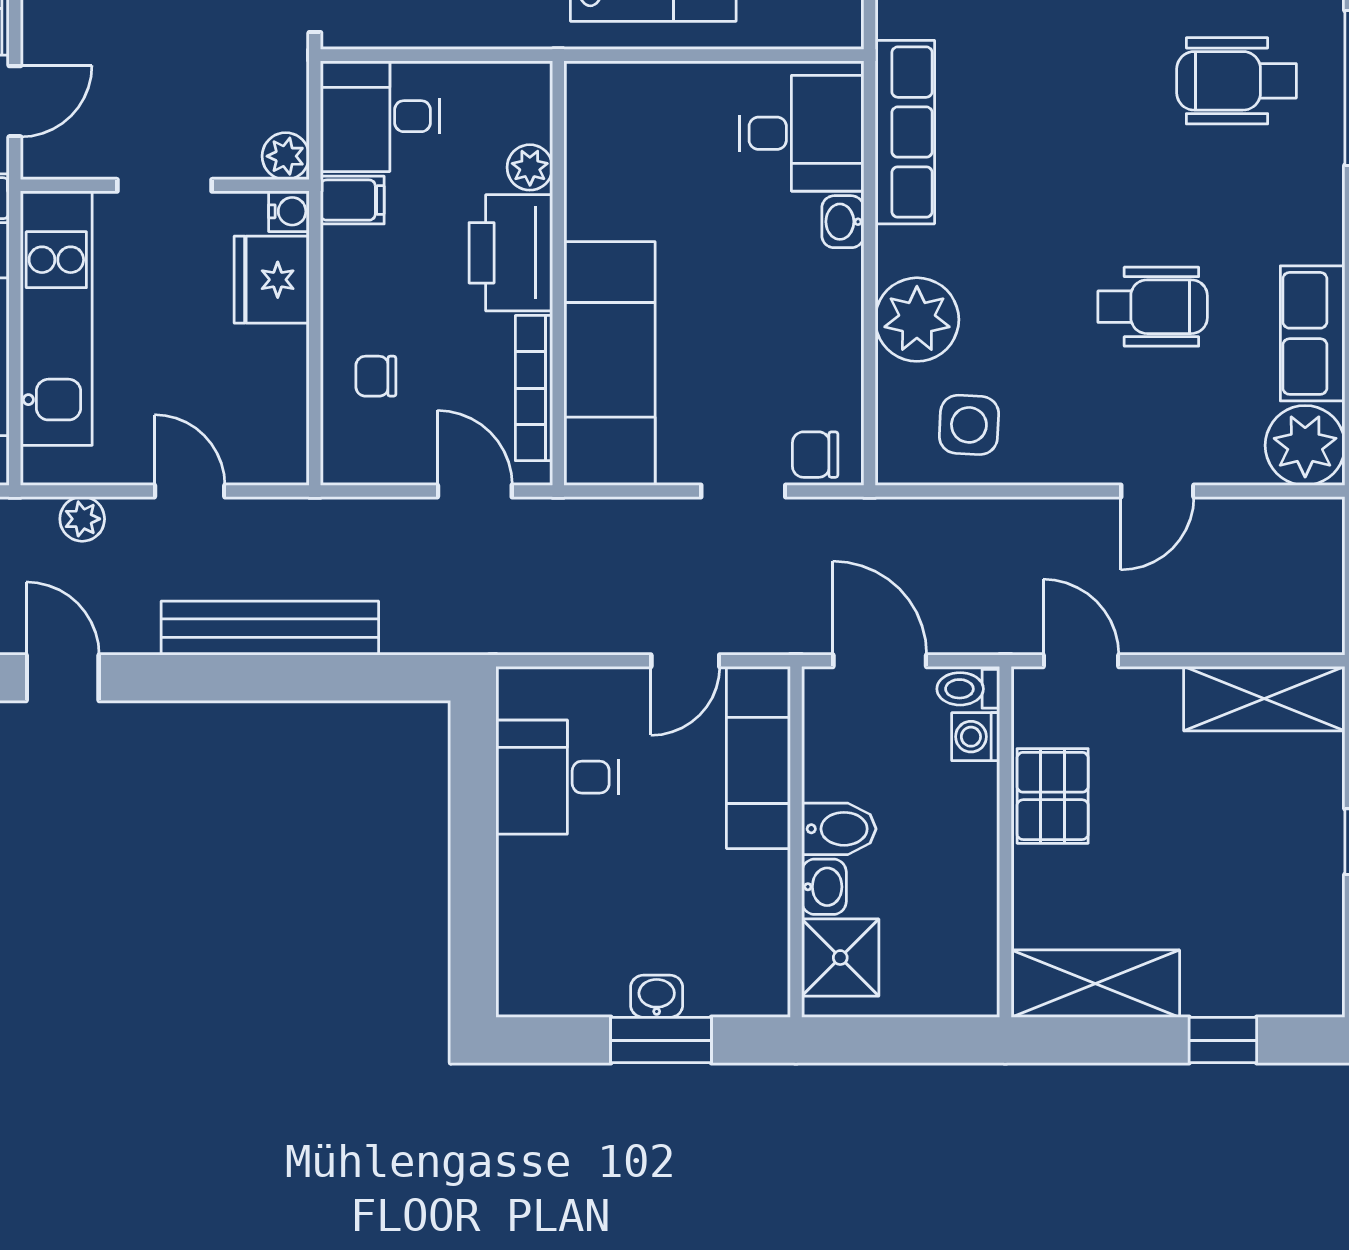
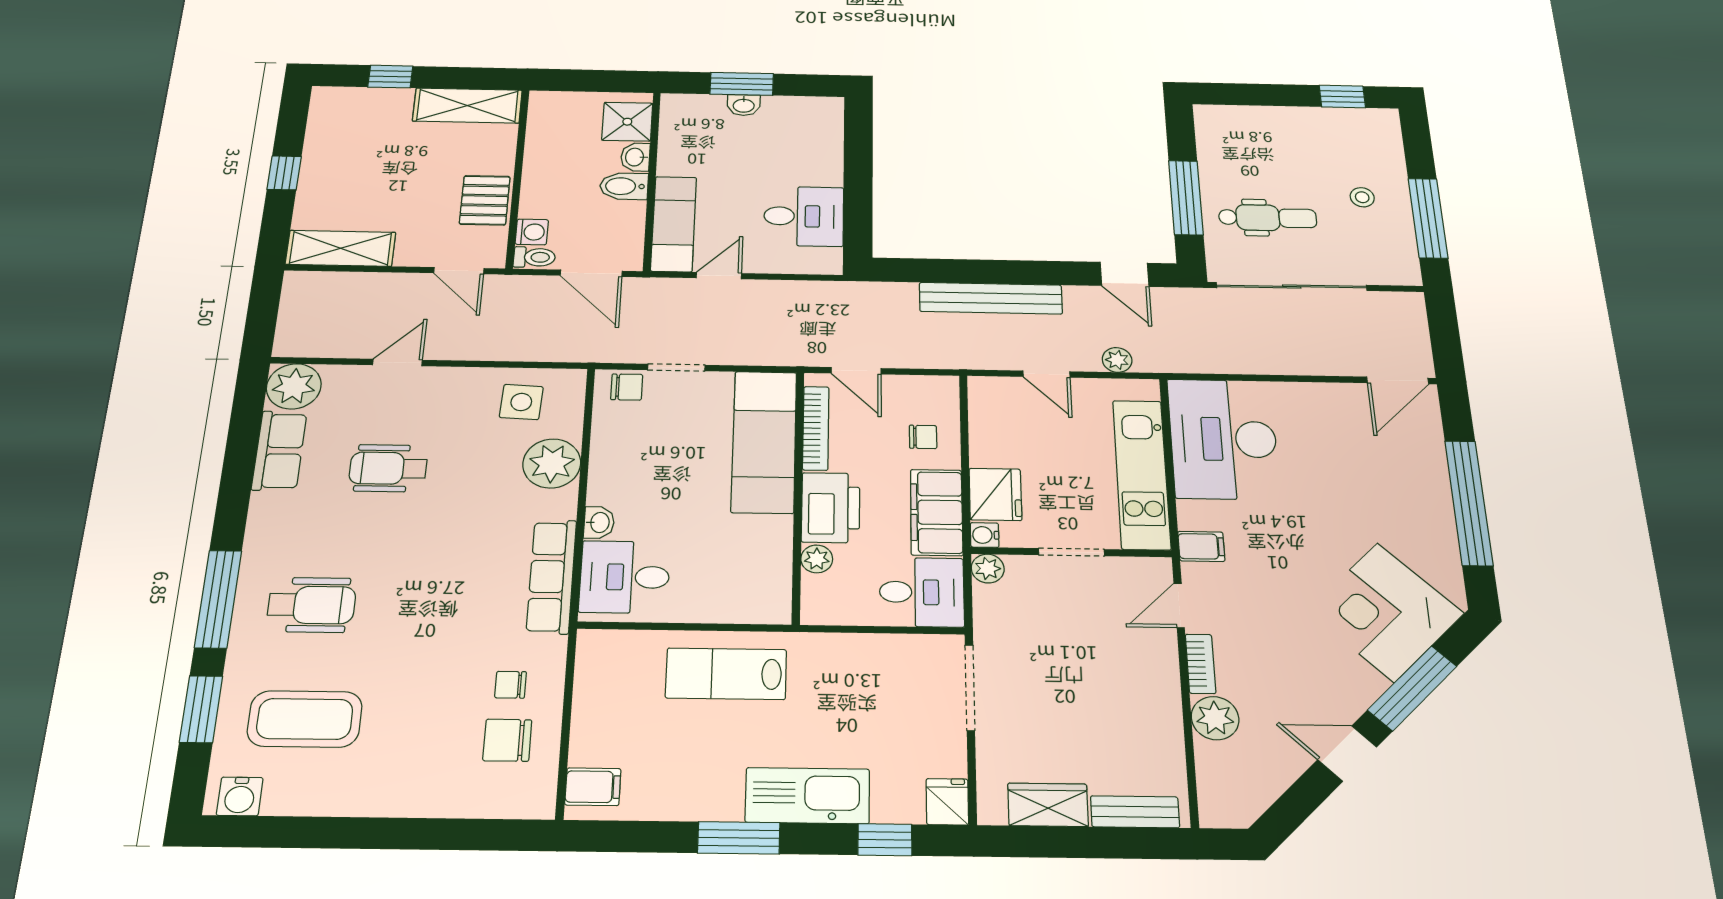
filing cabinet: (352, 200) -> (937, 512), width x3.00, depth x1.17

